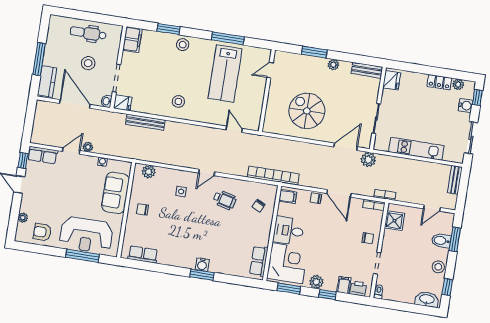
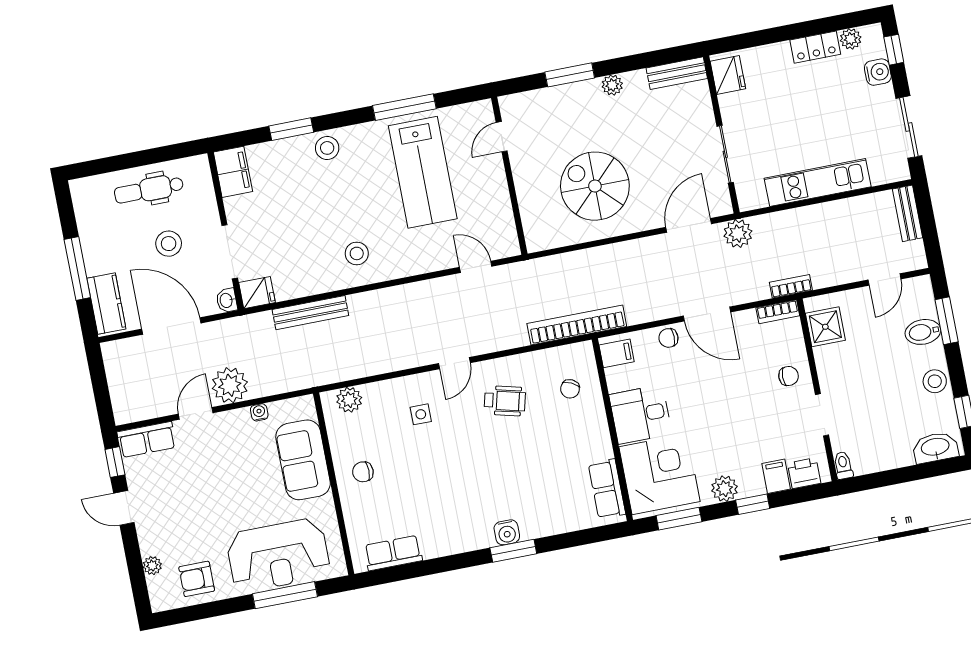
plant: (88, 147) -> (230, 385), width x1.87, depth x1.87

